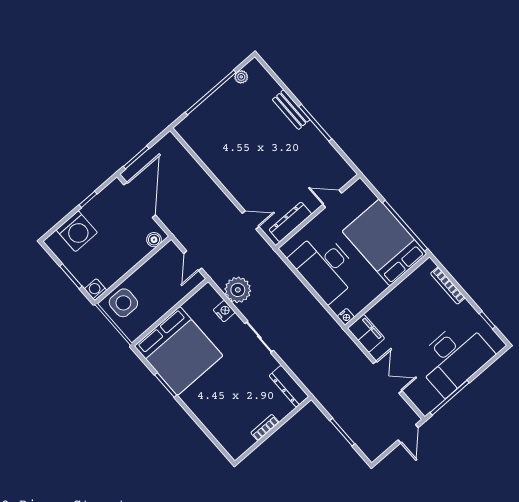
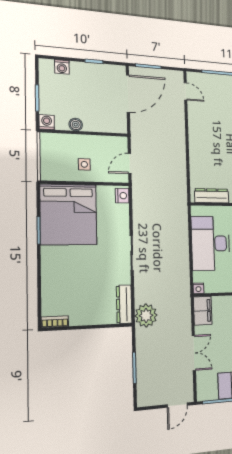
door: (251, 220) -> (186, 91), moved
washing machine: (77, 231) -> (62, 67), width x0.53, depth x0.53
boiler: (154, 240) -> (76, 125), moved
plant: (238, 290) -> (146, 315), moved
side table: (123, 303) -> (84, 164), moved, width x0.54, depth x0.54
nightstand: (224, 311) -> (122, 196), moved
bookcase: (265, 428) -> (55, 322), moved

